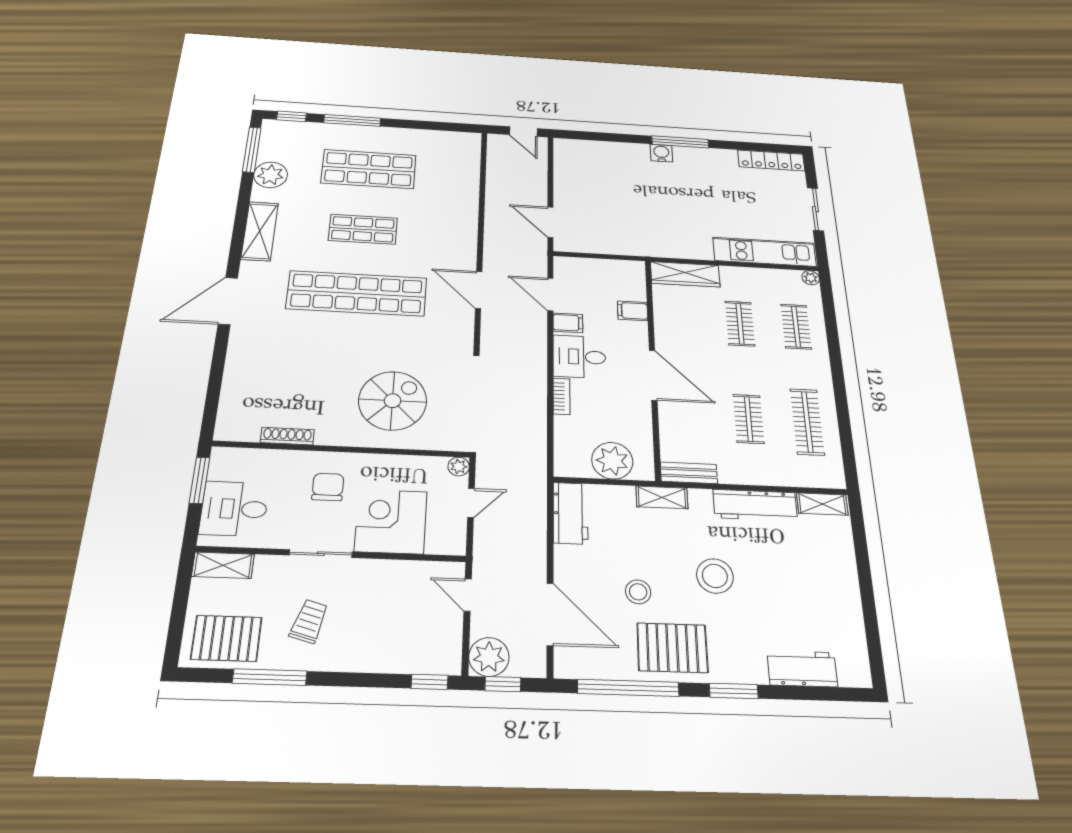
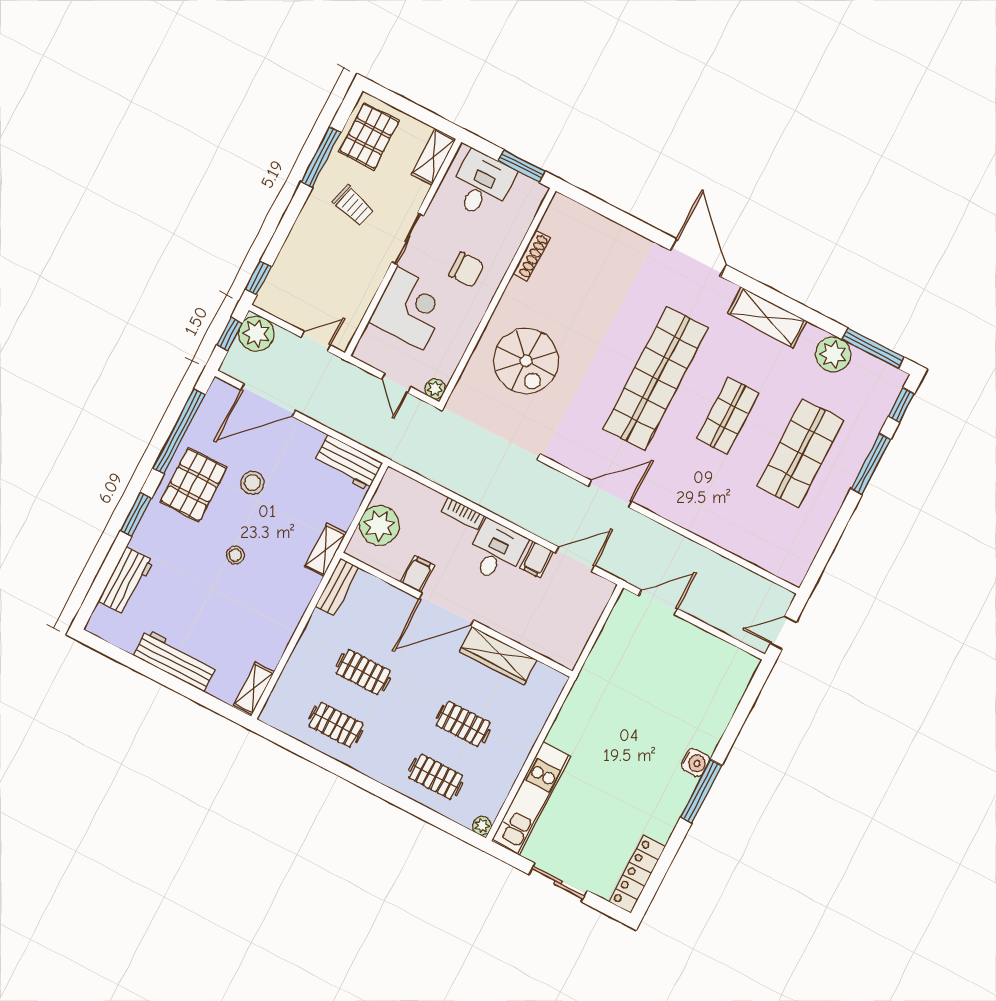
wardrobe: (685, 274) -> (498, 656), moved, turned -90
filing cabinet: (633, 311) -> (417, 574), moved
clothes rail: (807, 422) -> (336, 725), width x0.73
workbench: (755, 505) -> (175, 660), moved, turned 90
stool: (715, 576) -> (235, 555), width x0.53, depth x0.53

